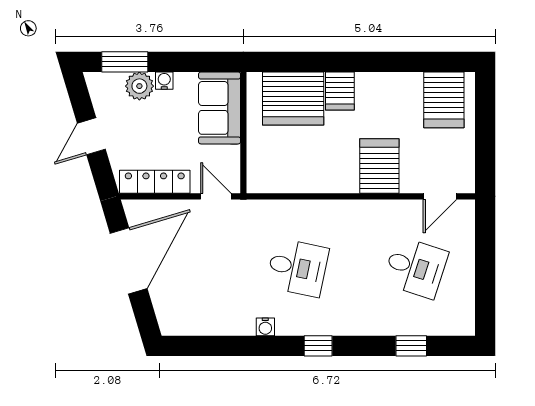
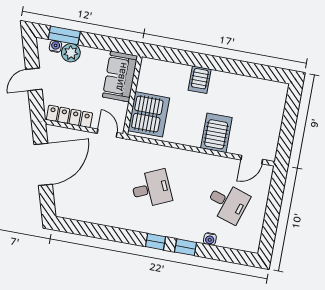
water cooler: (164, 81) -> (55, 46), moved
server rack: (293, 99) -> (149, 114), moved, turned -90
server rack: (444, 100) -> (266, 98), removed
desk: (297, 268) -> (151, 189), turned -36
water cooler: (265, 327) -> (210, 239), moved
window: (411, 346) -> (186, 247), moved

